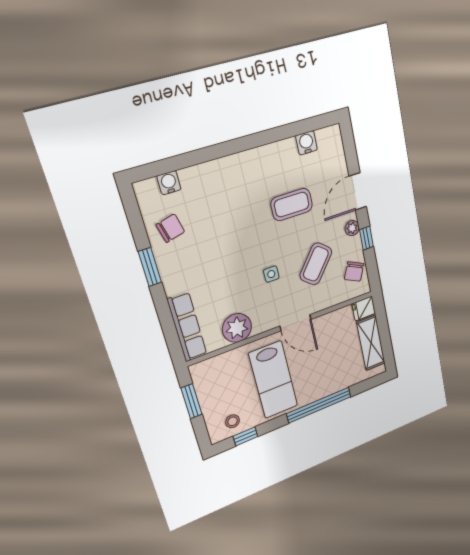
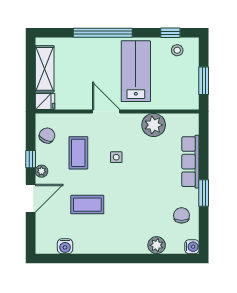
plant: (192, 178) -> (157, 245), added
water cooler: (169, 183) -> (192, 247), moved, turned -90
chair: (170, 228) -> (182, 215), turned 104
coffee table: (316, 264) -> (78, 153), turned -39
row of seats: (187, 327) -> (190, 162), moved

